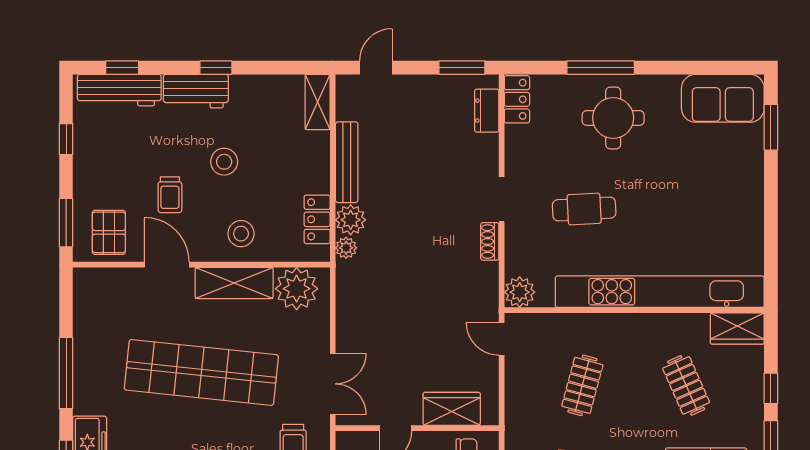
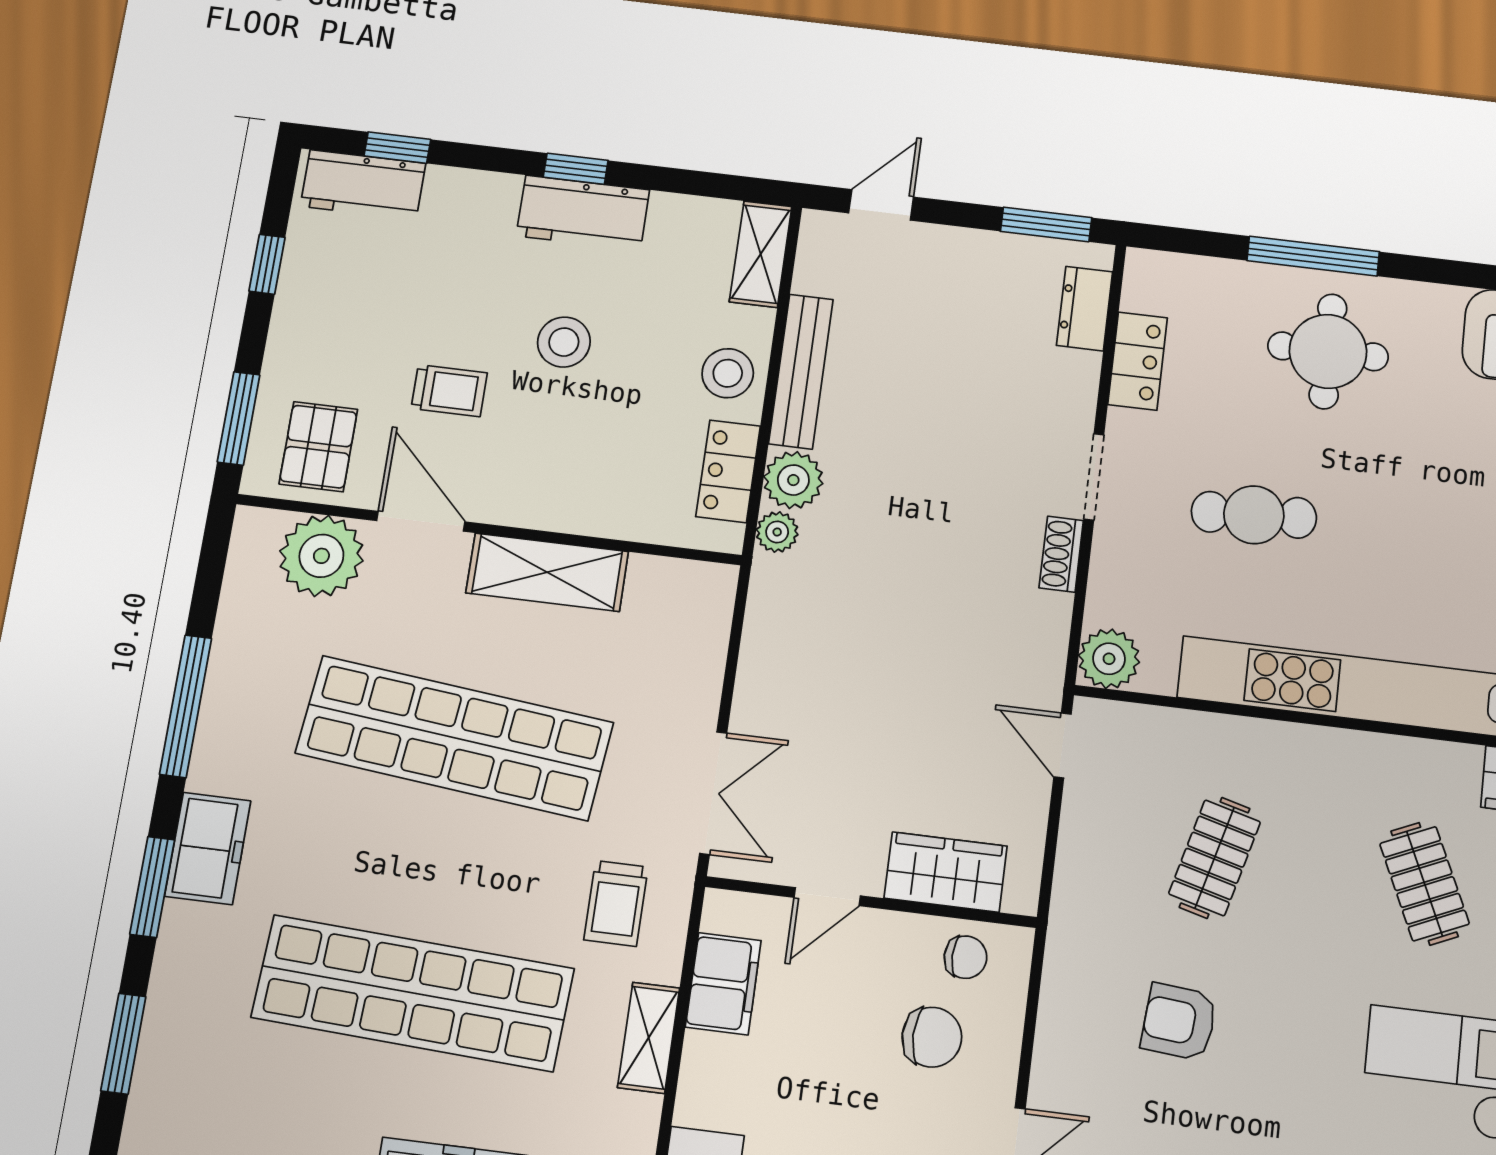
workbench: (119, 90) -> (363, 185), width x0.73
workbench: (196, 91) -> (583, 213), moved
locker: (517, 99) -> (1138, 361), moved
trolley: (170, 195) -> (449, 391), turned -90
stool: (241, 234) -> (728, 373), moved
plant: (297, 289) -> (321, 556), moved

